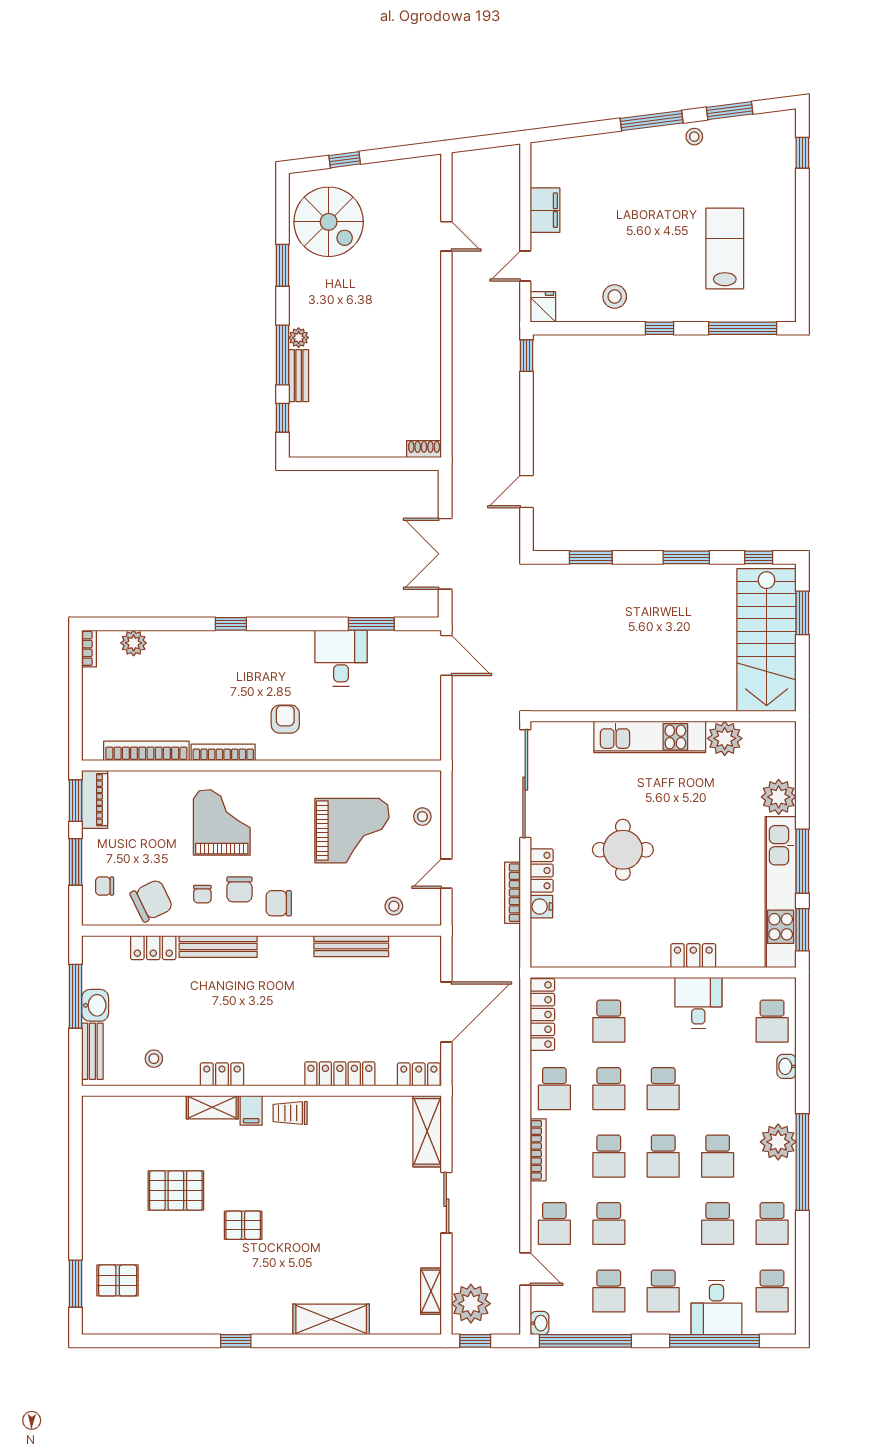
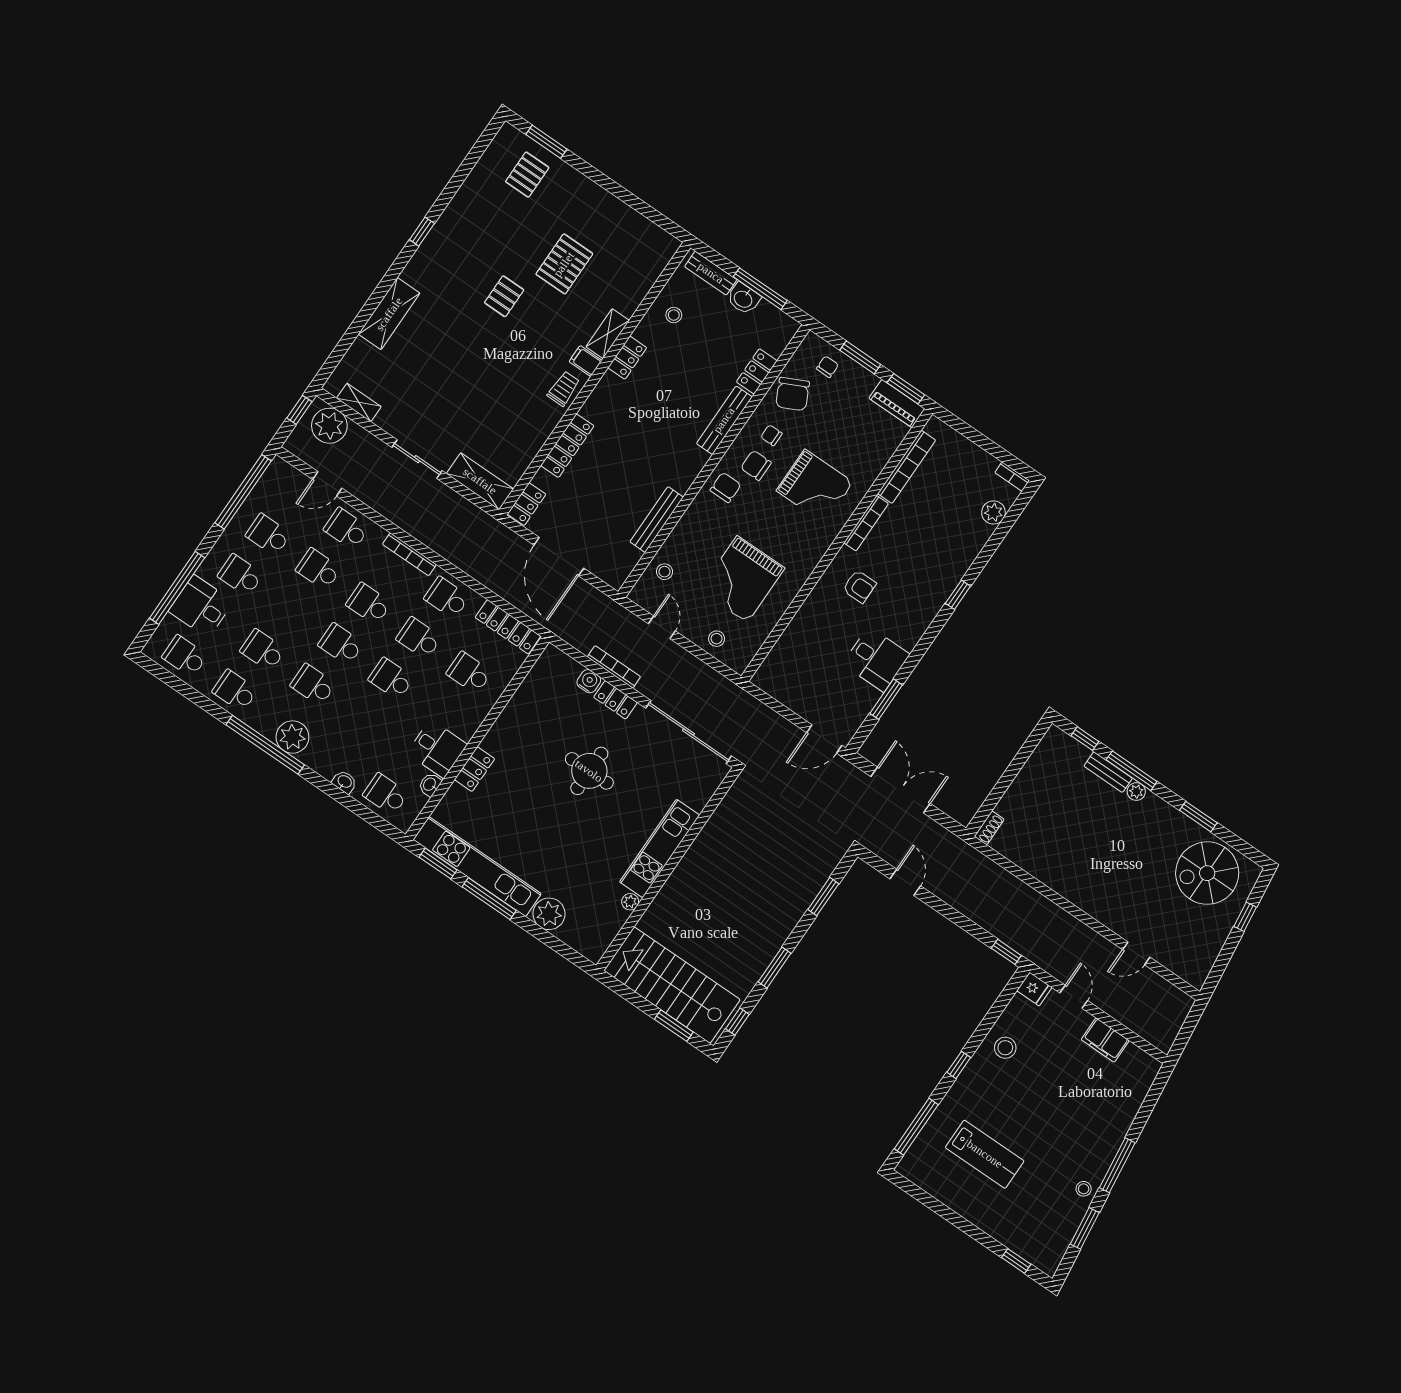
plant: (725, 738) -> (630, 902), width x0.53, depth x0.53
washbasin: (540, 1323) -> (430, 784), moved, turned 90

